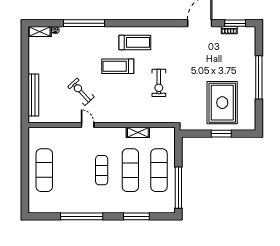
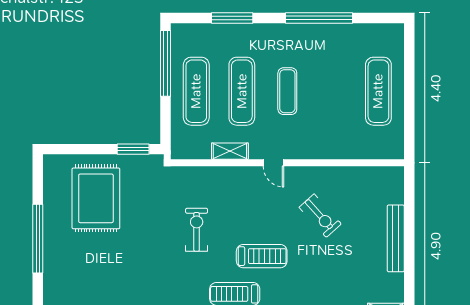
bench: (33, 95) -> (396, 238), moved
door: (88, 125) -> (273, 163), moved
window: (221, 134) -> (133, 149), moved

